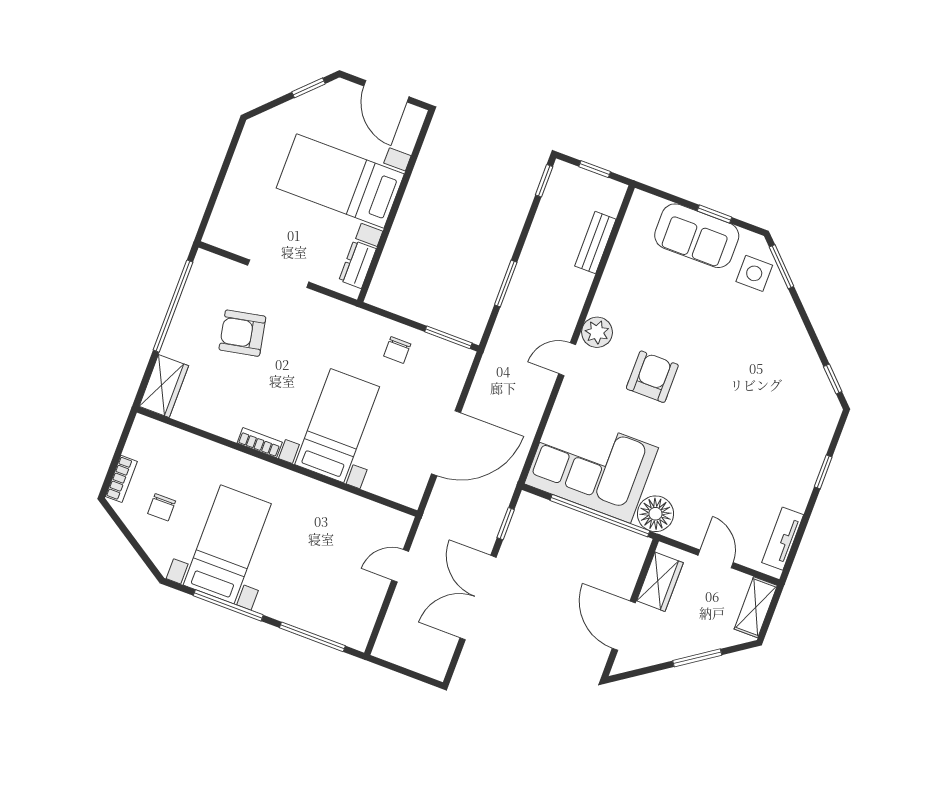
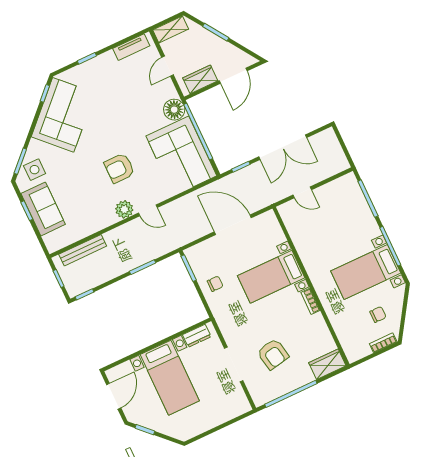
bench: (595, 243) -> (83, 250), width x1.36
corner sofa: (785, 375) -> (63, 115), added

